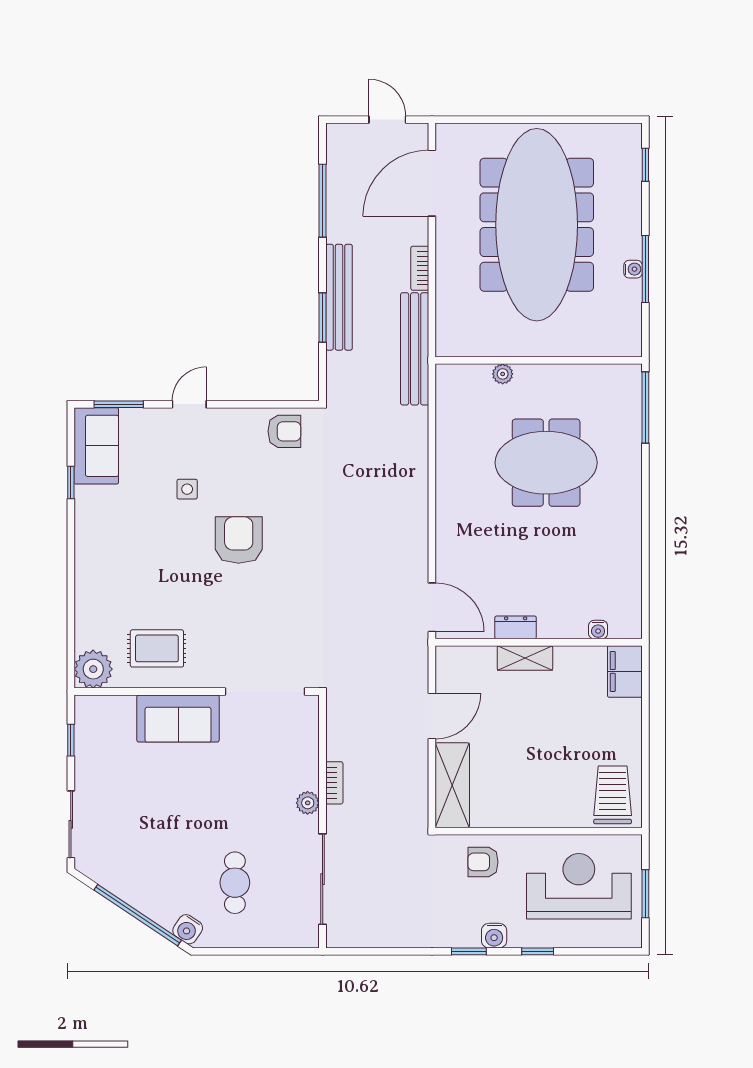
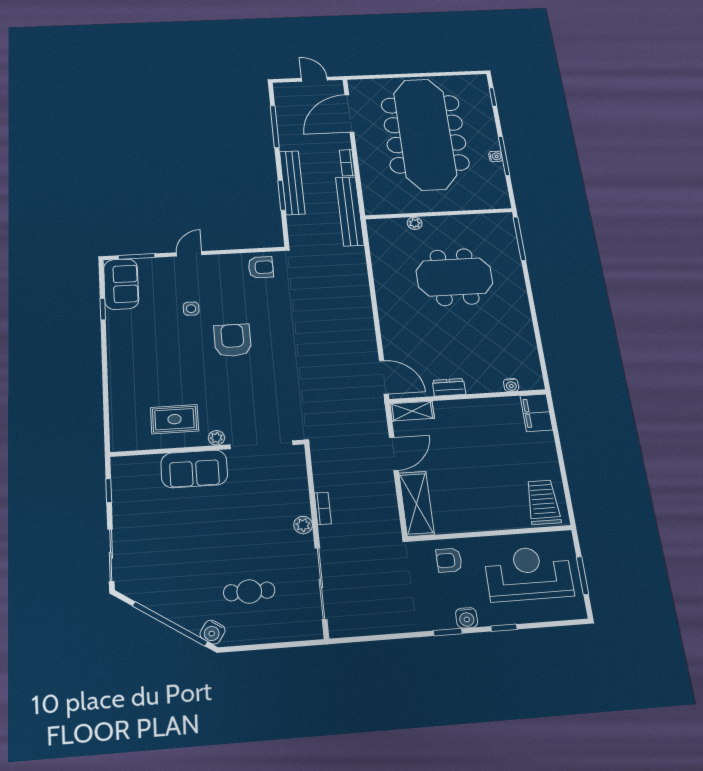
shelving: (525, 658) -> (412, 411), moved
plant: (93, 669) -> (217, 438), moved, width x0.53, depth x0.53
cafe table: (235, 883) -> (249, 591), turned 90

